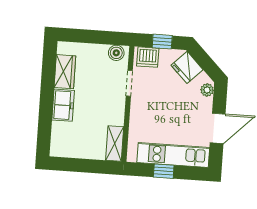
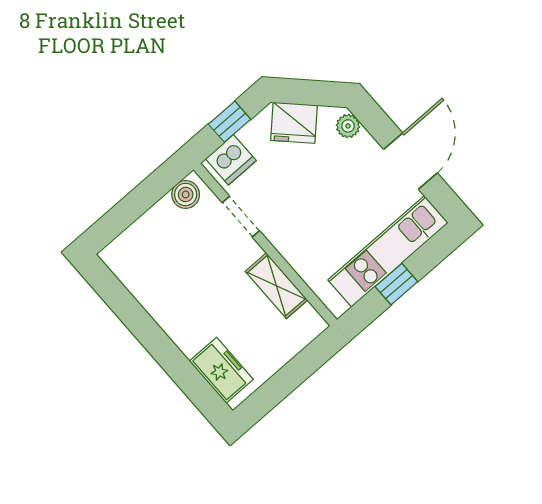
wardrobe: (65, 72) -> (144, 284), removed
freezer: (63, 105) -> (221, 370), moved
shelving: (115, 143) -> (276, 286), moved

